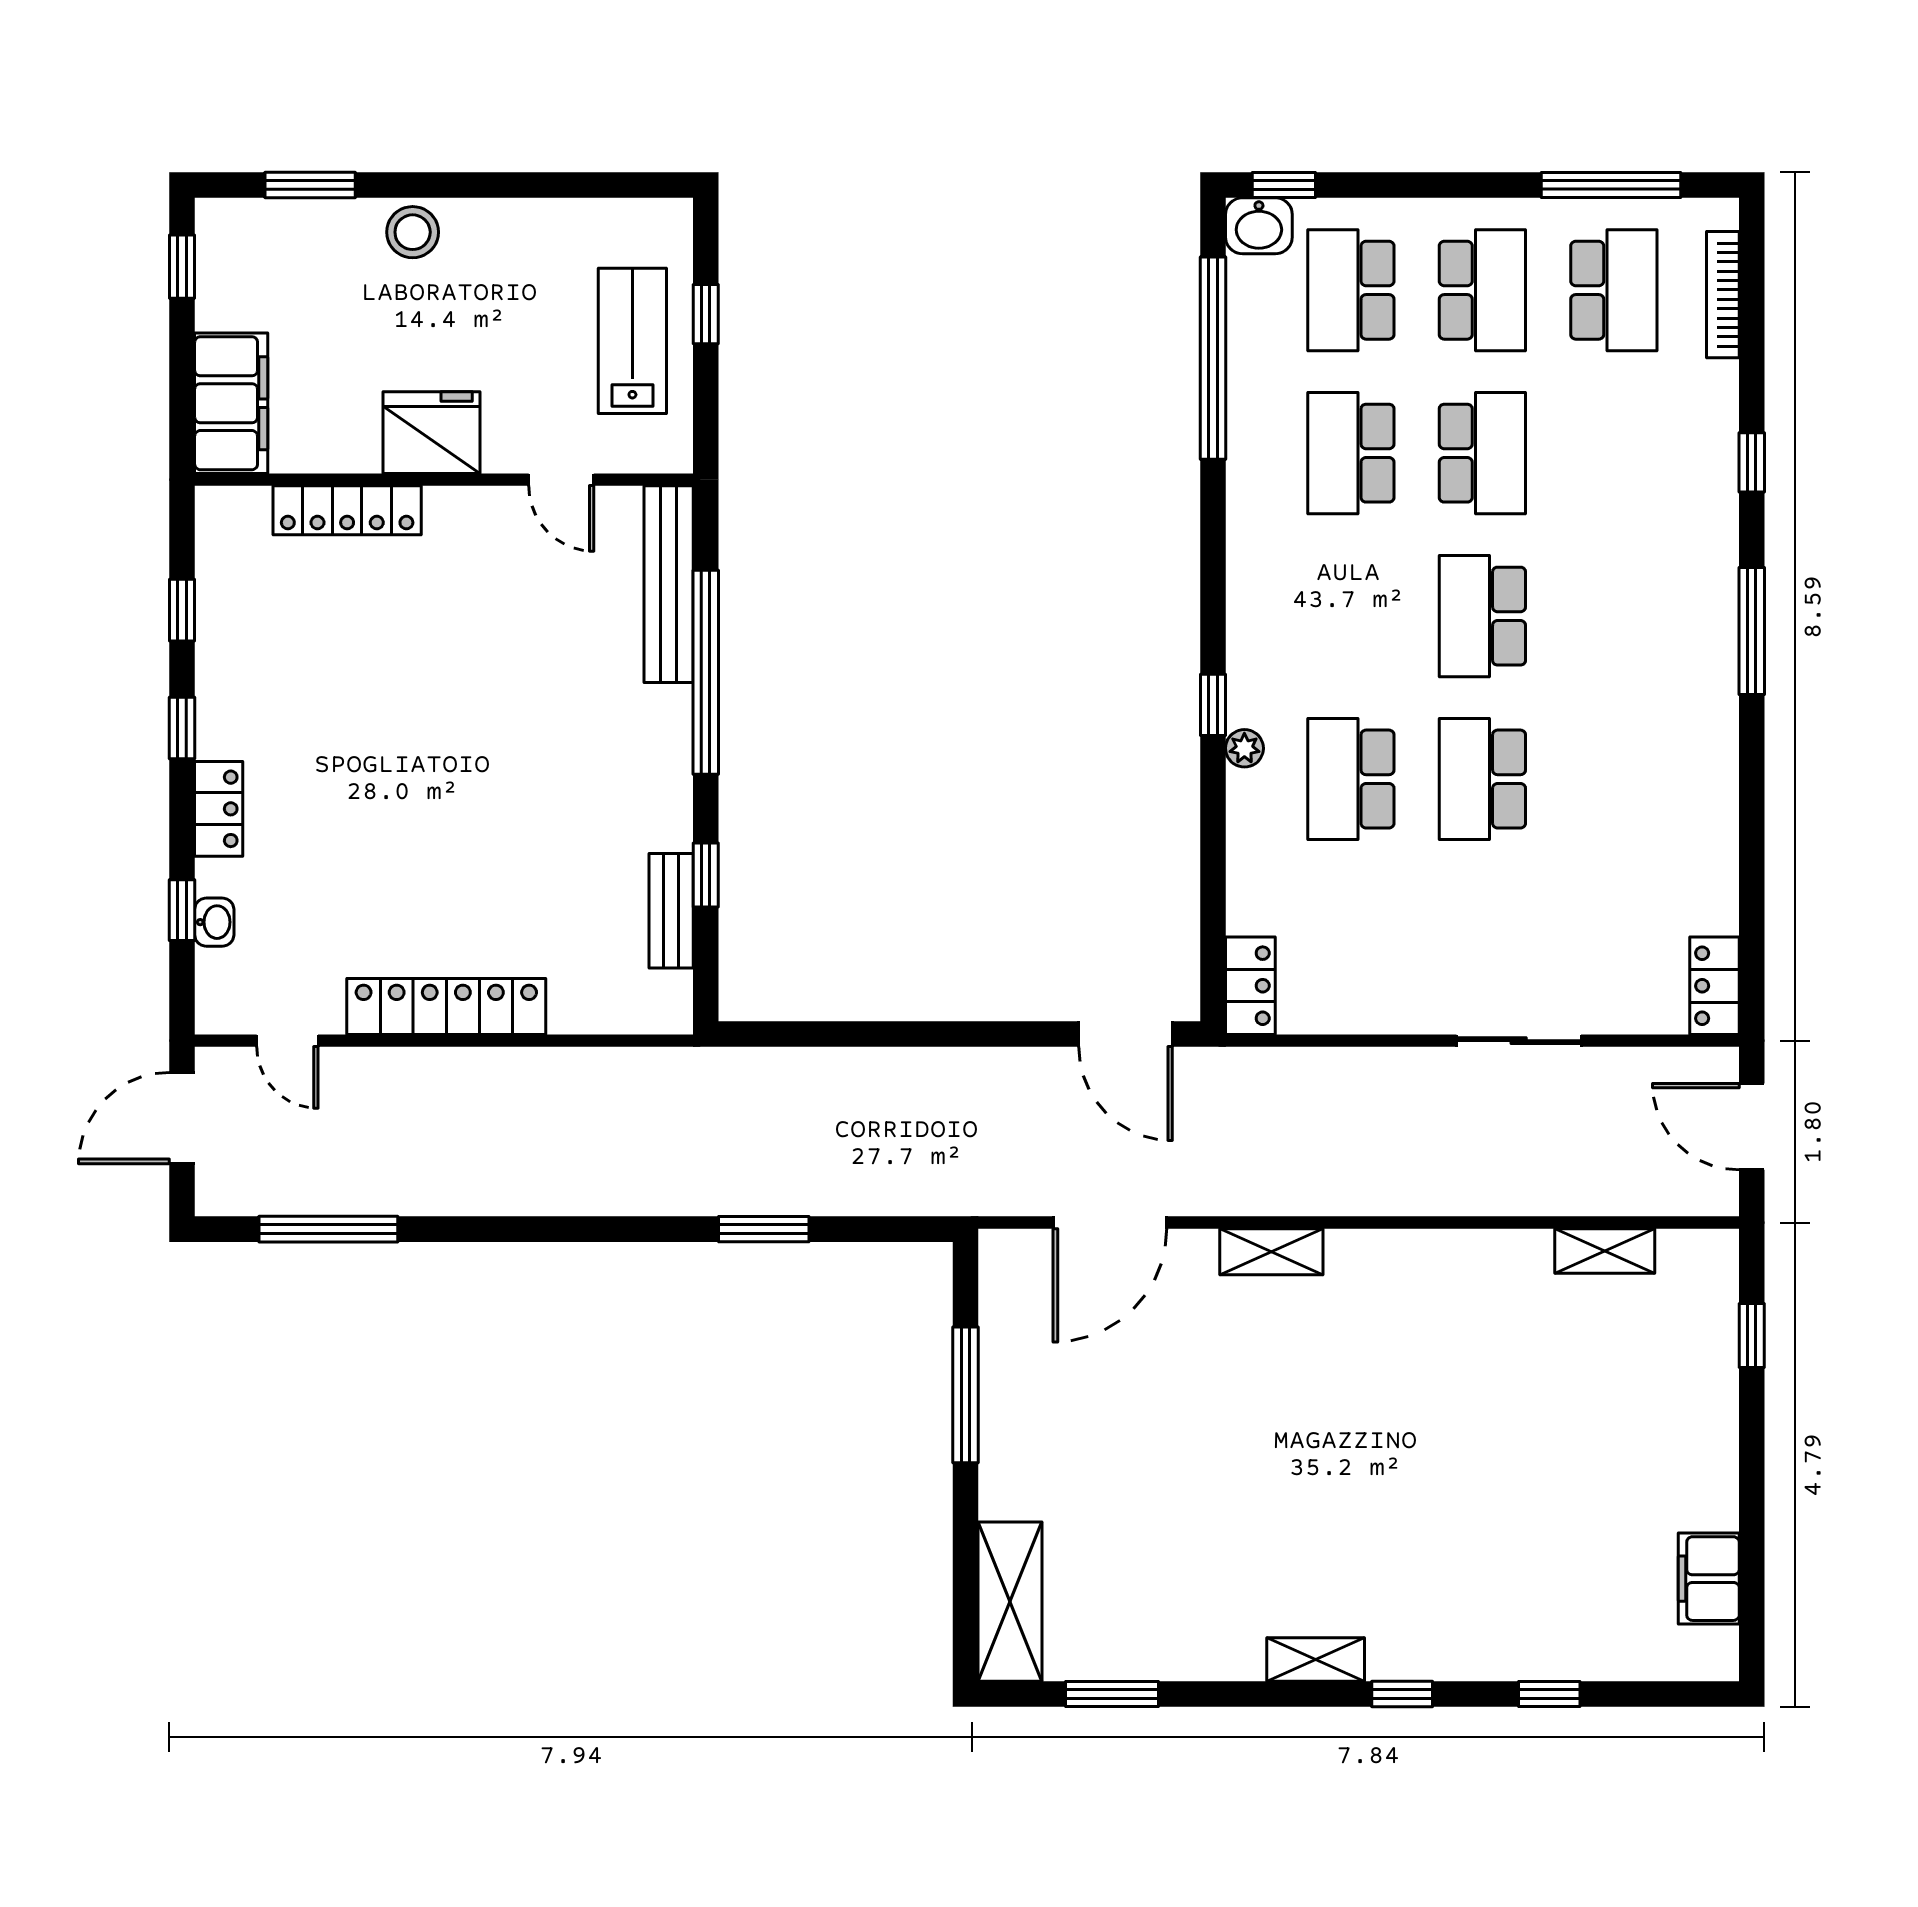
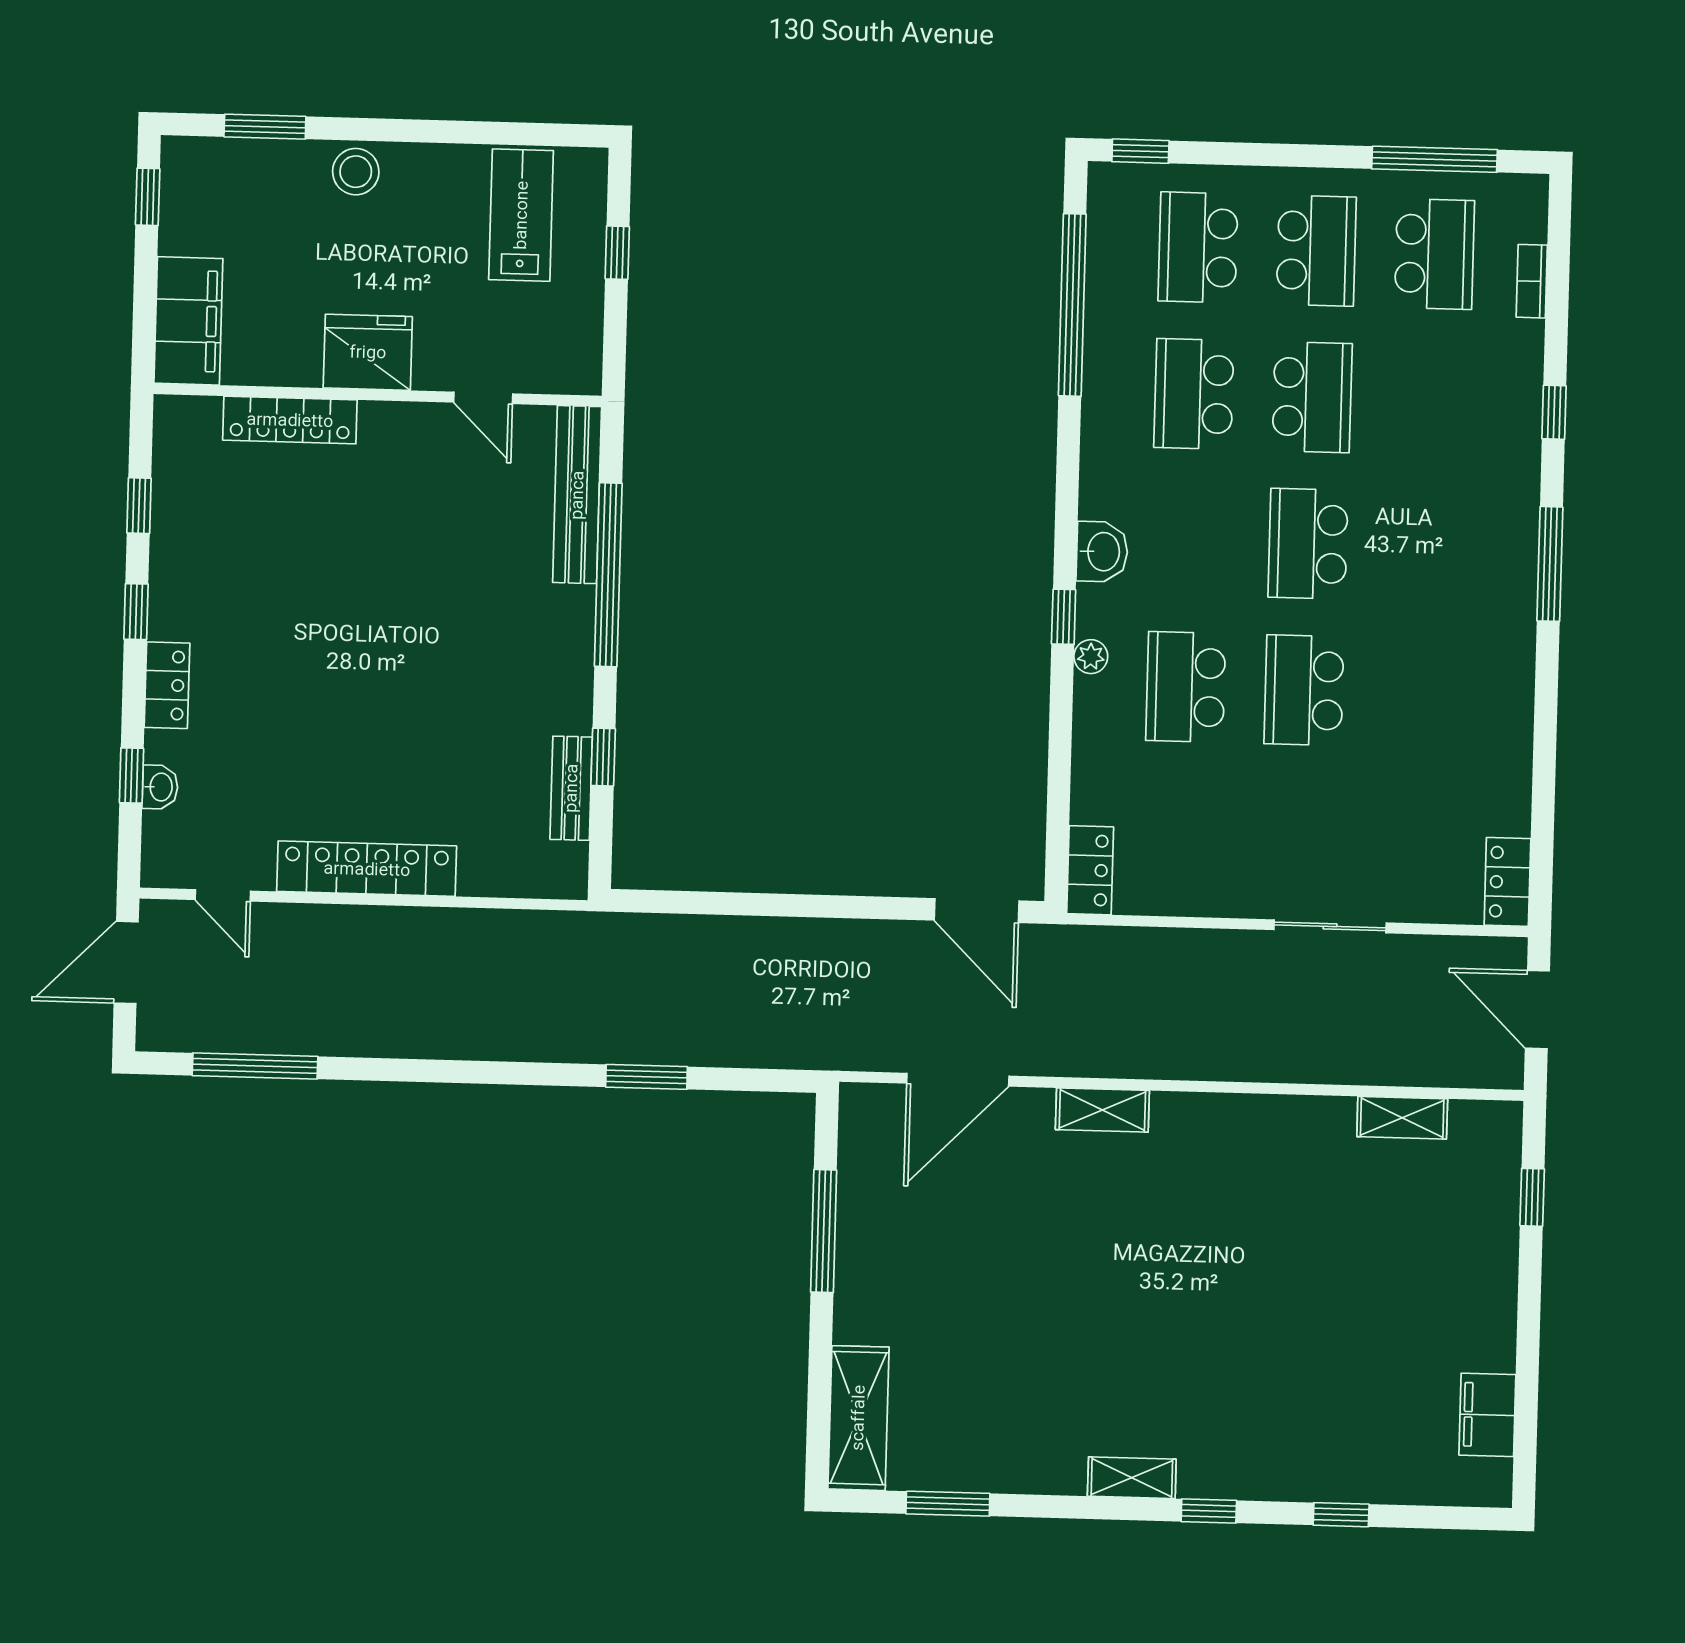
washbasin: (1259, 226) -> (1102, 552), moved, turned -90
bookcase: (1723, 295) -> (1532, 281), width x0.64
lab bench: (632, 341) -> (521, 215), moved

